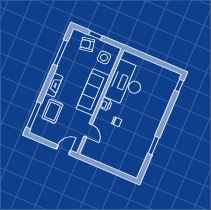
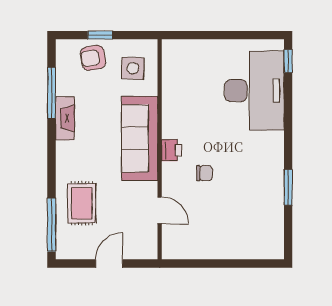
desk: (126, 84) -> (254, 91), moved, turned 180
fireplace: (54, 85) -> (65, 118), moved
door: (63, 150) -> (109, 264), moved

